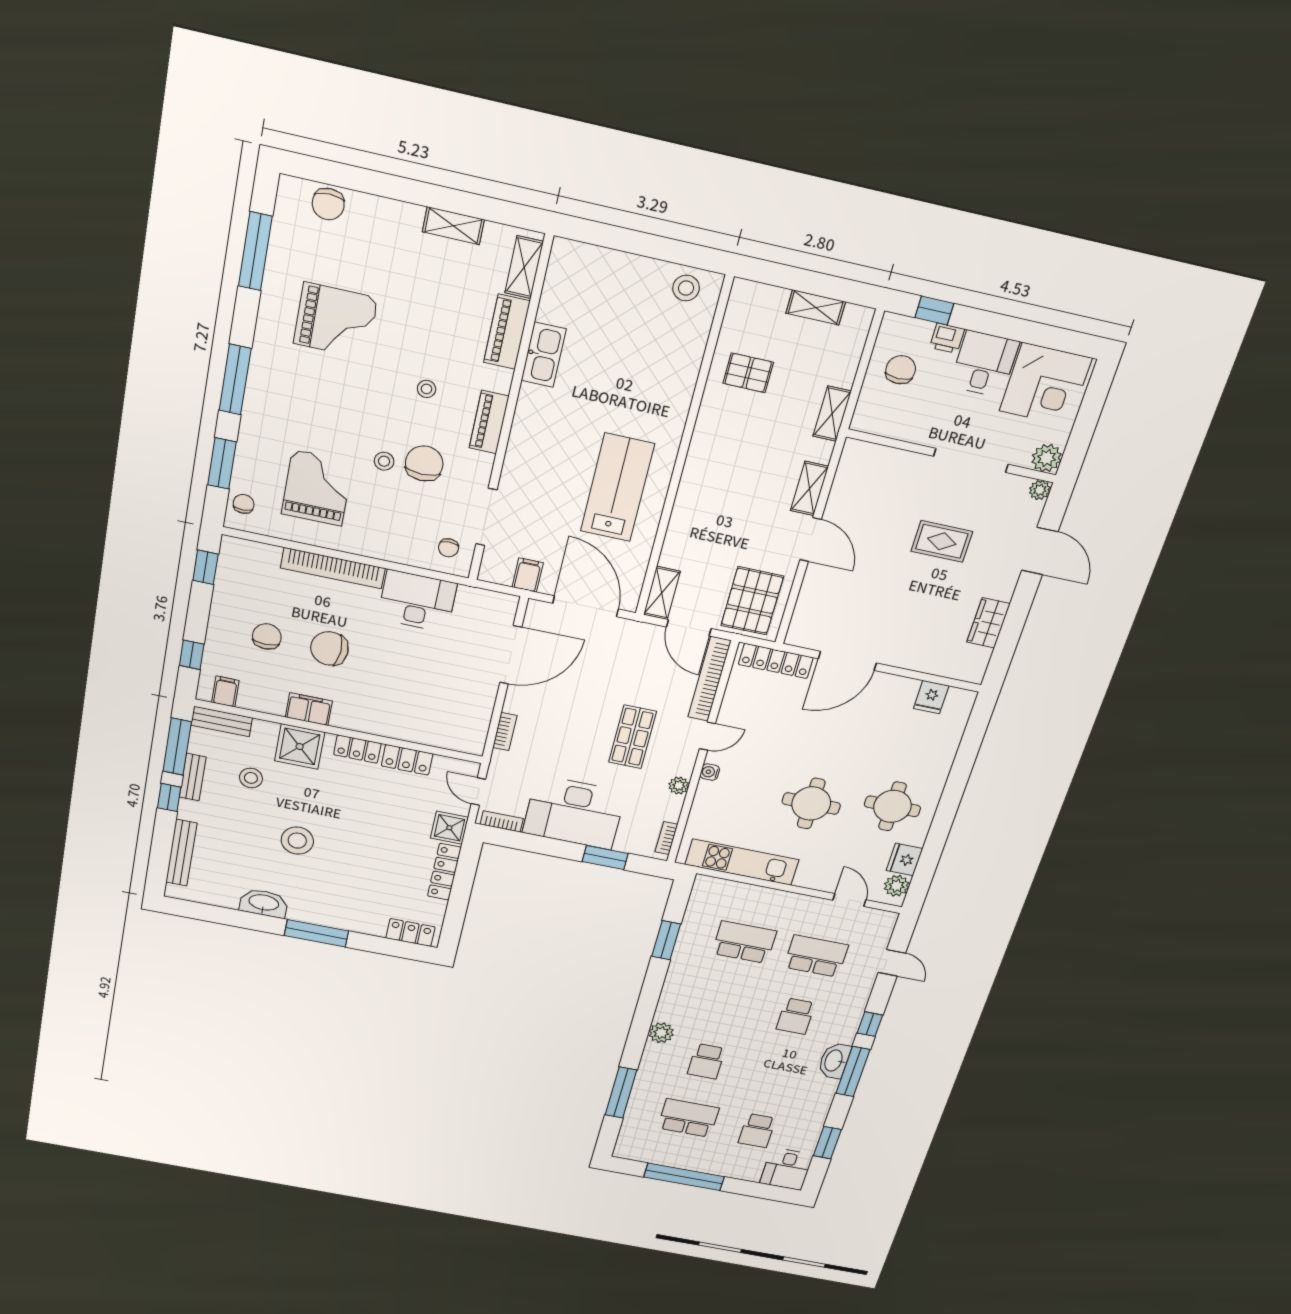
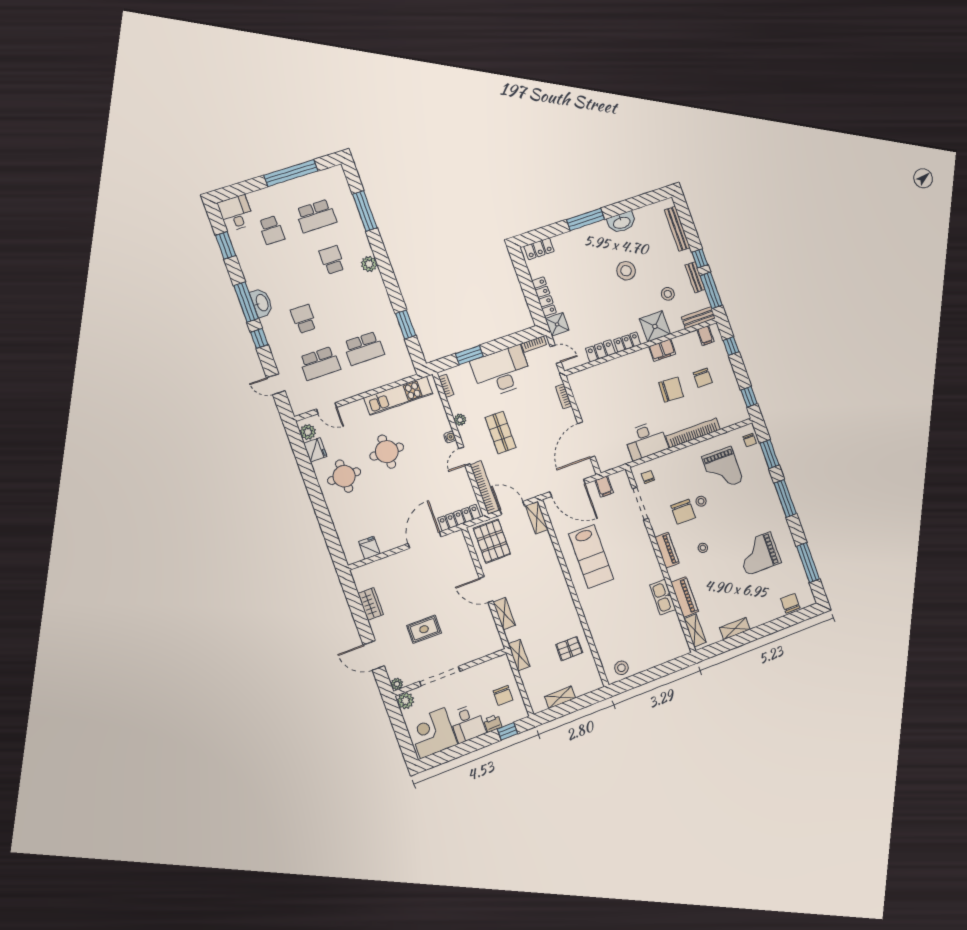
school desk: (757, 1131) -> (272, 230), turned 180

